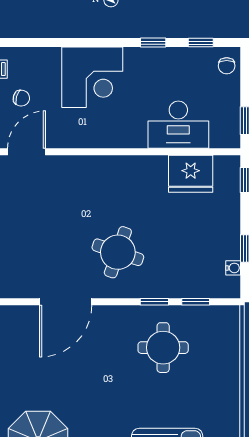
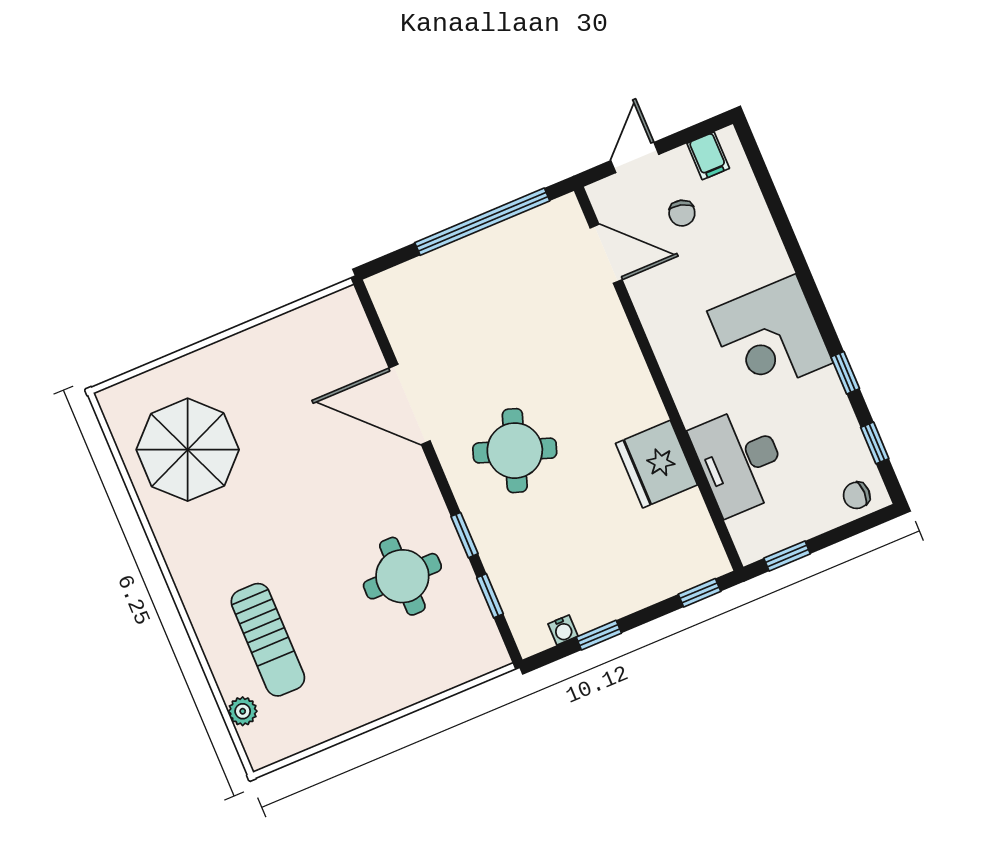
corner desk: (92, 77) -> (770, 337), moved
fridge: (191, 174) -> (656, 464), moved

